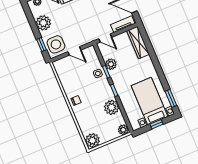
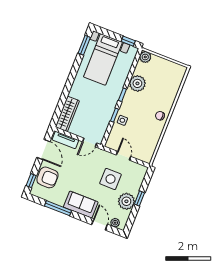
door: (105, 38) -> (90, 142), swing flipped
side table: (56, 44) -> (111, 179), moved
window: (41, 45) -> (139, 198), moved
plant: (111, 64) -> (105, 118), removed
window: (157, 124) -> (128, 41), moved
plant: (92, 141) -> (178, 72), removed

